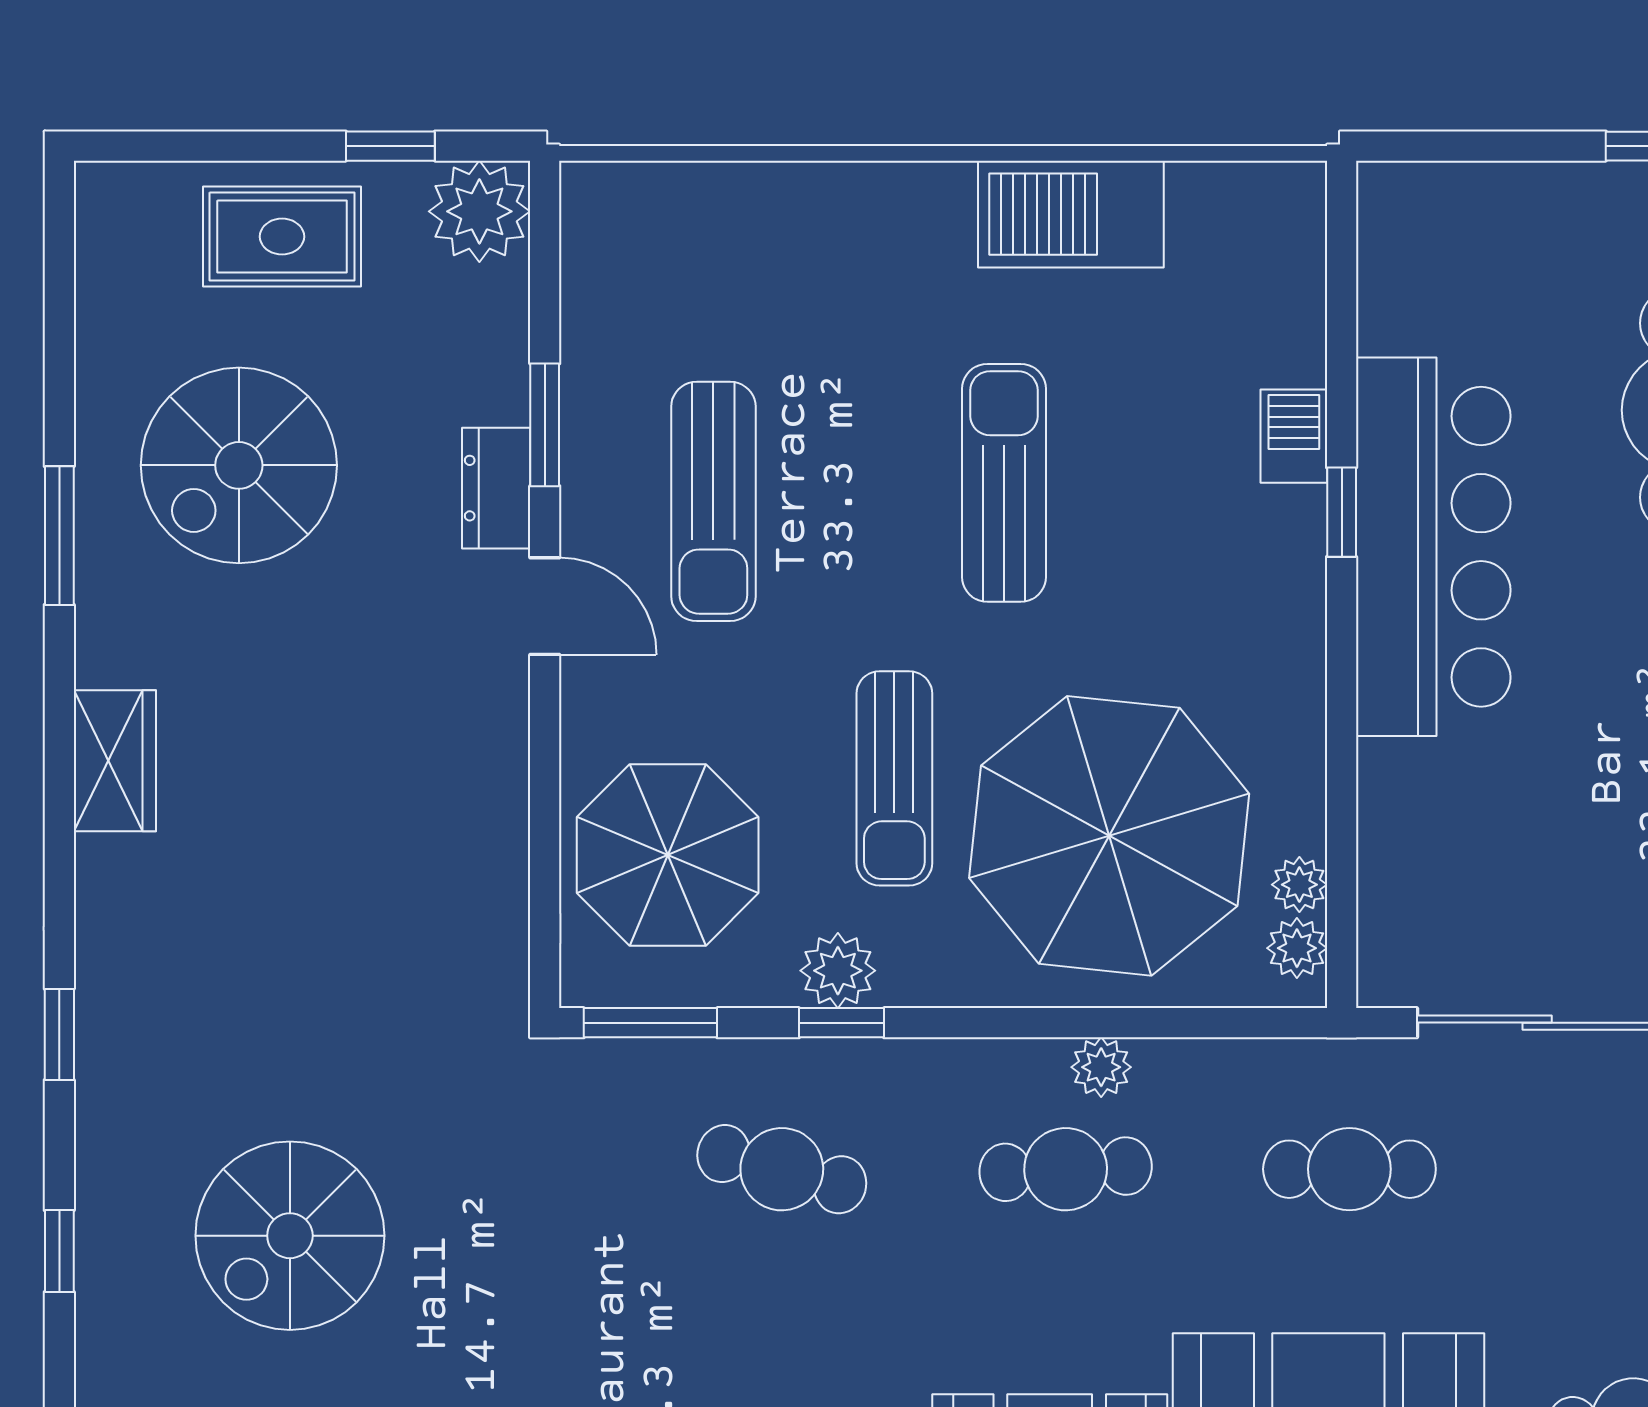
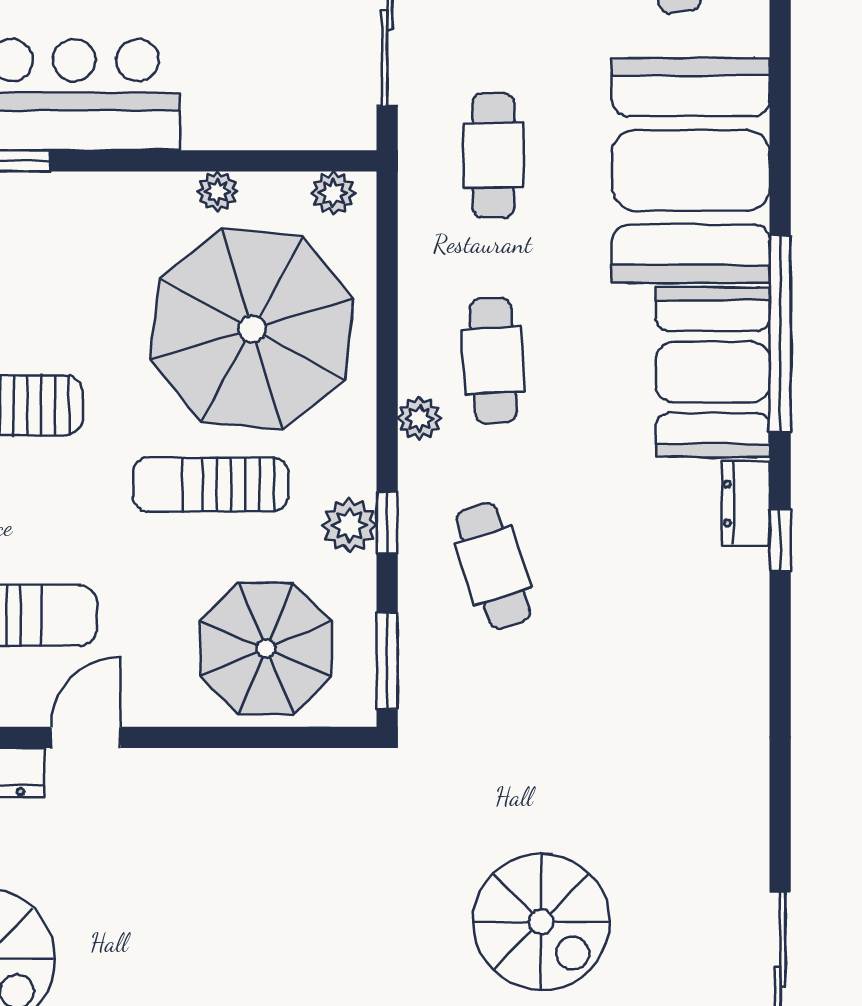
sun lounger: (894, 778) -> (210, 484), turned 180
plant: (1299, 885) -> (217, 191), moved
plant: (1101, 1067) -> (419, 419), moved
cafe table: (782, 1169) -> (493, 566), turned -33

